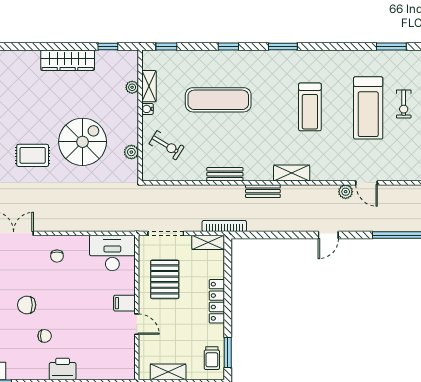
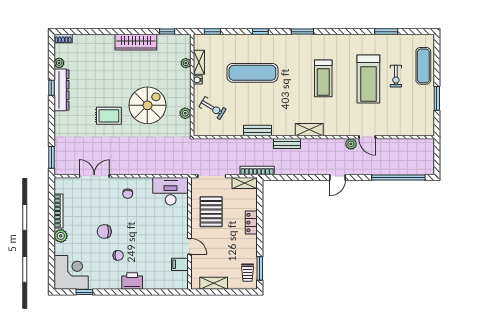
locker: (217, 301) -> (251, 223), width x0.66
filing cabinet: (124, 303) -> (180, 264), moved

